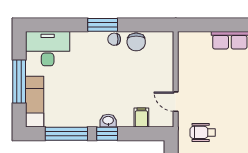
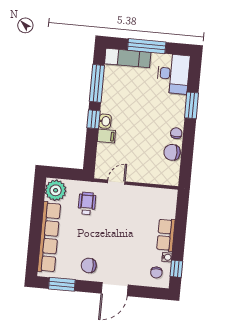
window: (103, 25) -> (192, 105), moved
filing cabinet: (141, 118) -> (106, 136), moved

